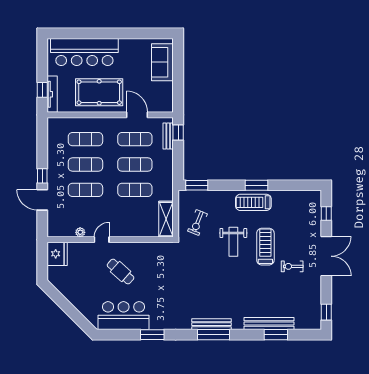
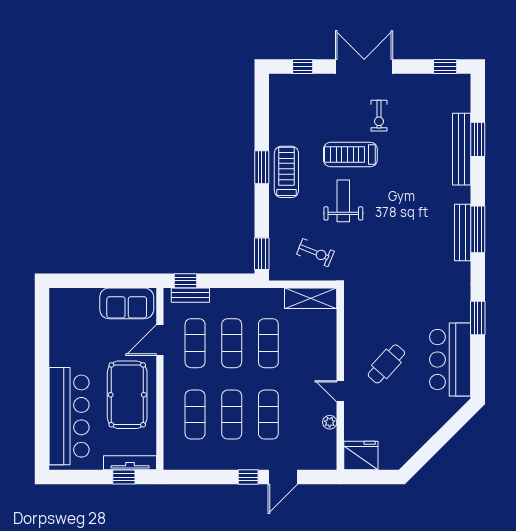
sofa: (162, 62) -> (127, 303), moved
treadmill: (253, 202) -> (286, 172), turned 180
weight bench: (233, 242) -> (343, 201), turned -90

